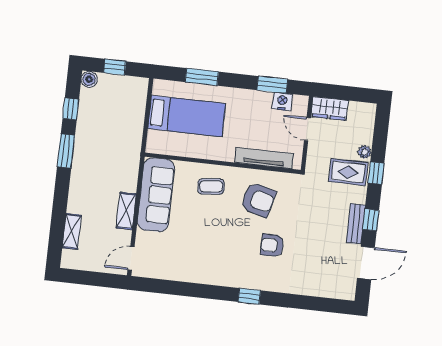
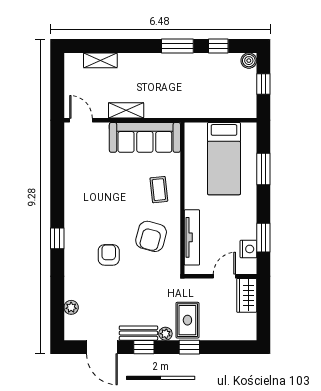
plant: (365, 152) -> (165, 334), moved
plant: (322, 290) -> (71, 307), added

